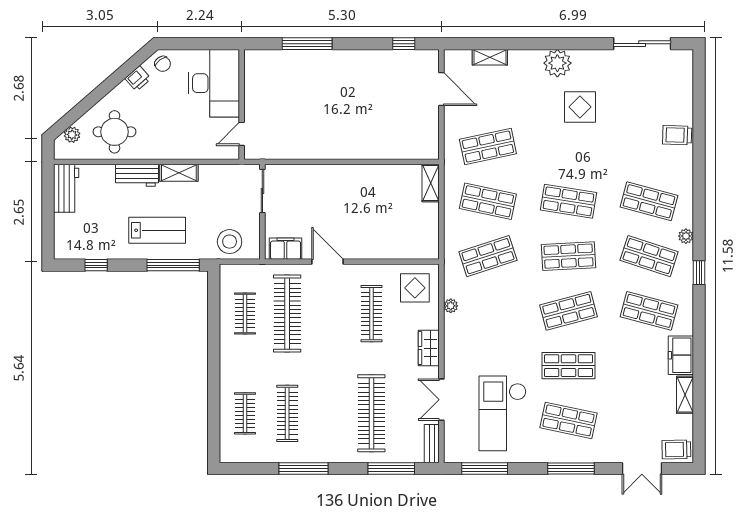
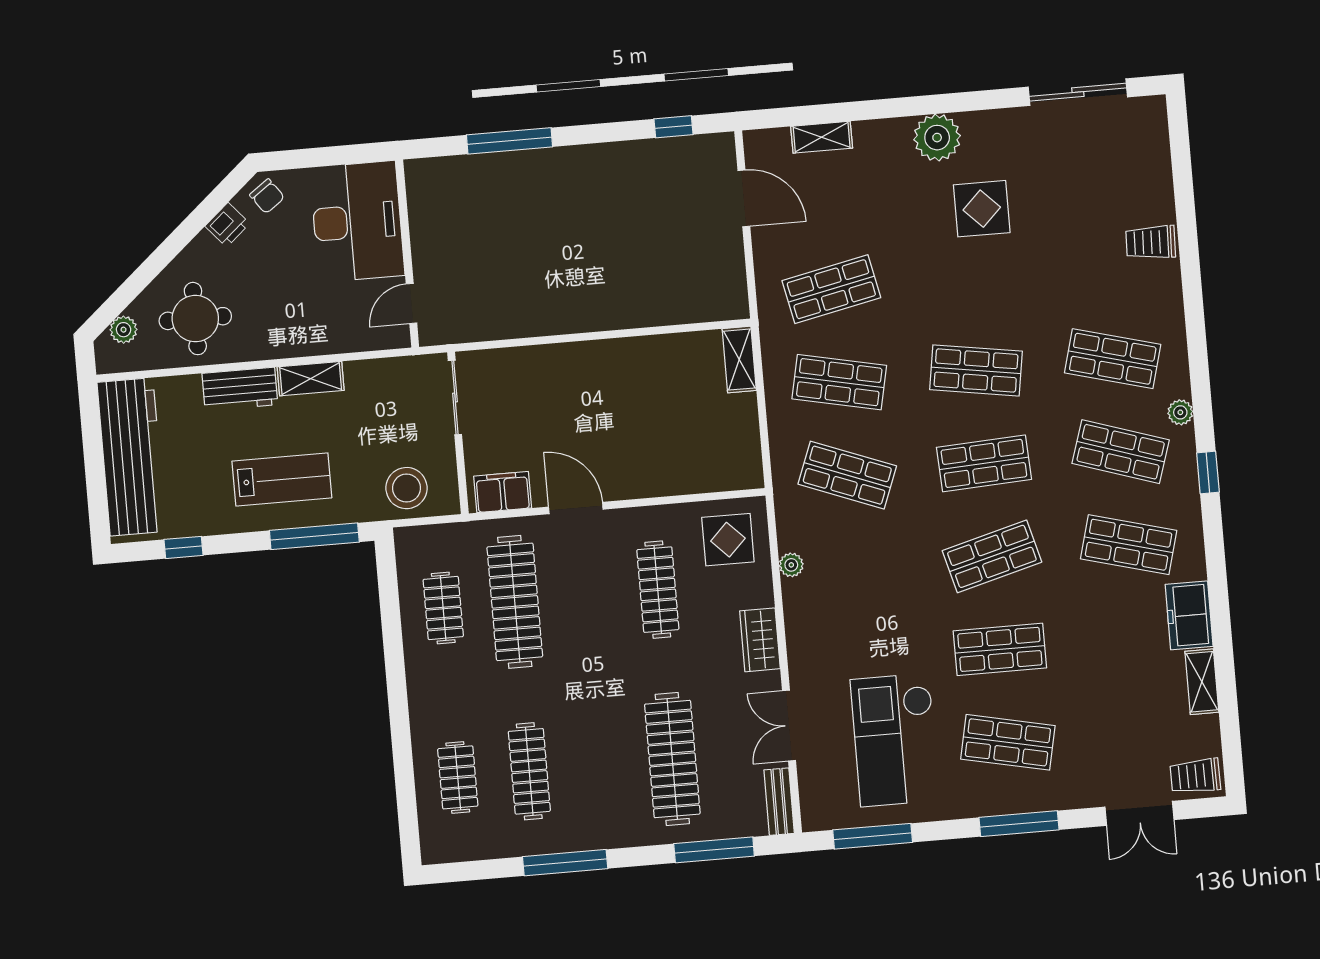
workbench: (66, 188) -> (131, 457), width x1.88, depth x1.32
shop shelf: (488, 256) -> (847, 475), turned 39

